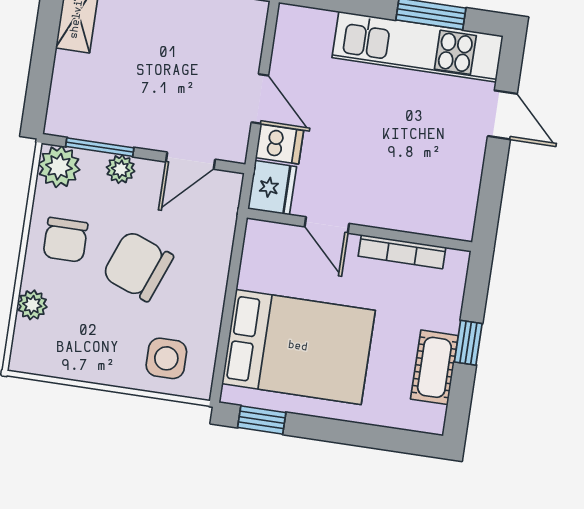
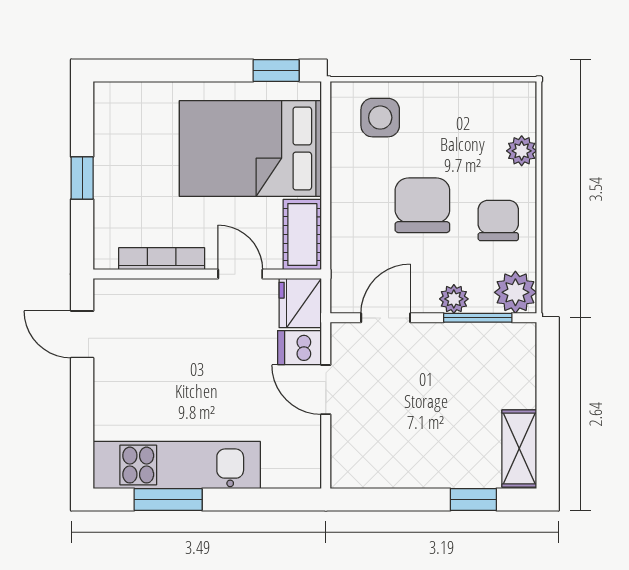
door: (502, 115) -> (82, 334), moved
chair: (138, 266) -> (422, 205), turned -111
cot: (434, 367) -> (302, 235), moved

